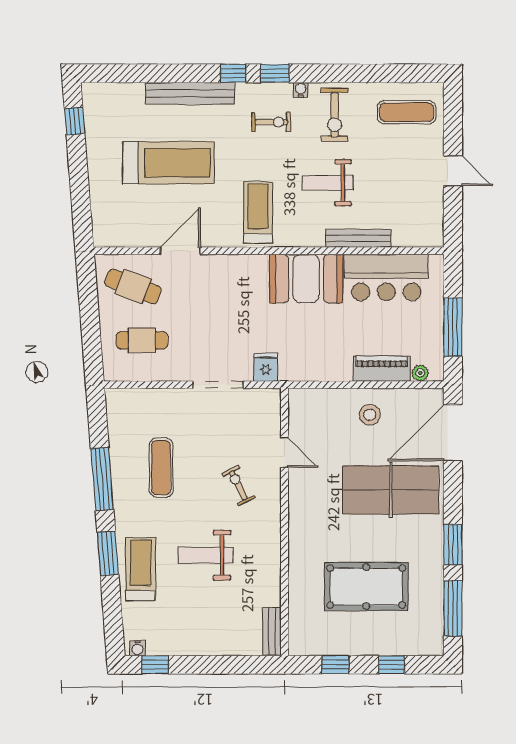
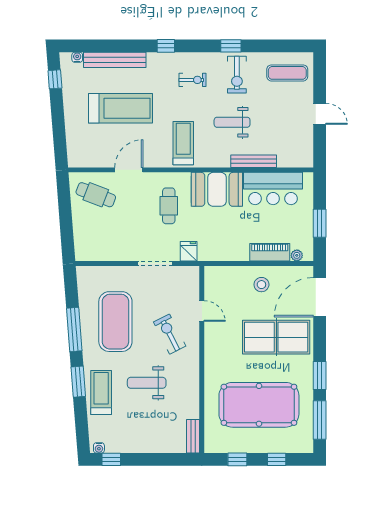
window: (275, 73) -> (231, 46), moved
water cooler: (301, 90) -> (77, 57), moved
bench: (190, 93) -> (115, 60), moved
window: (453, 327) -> (320, 223), width x0.69
cafe table: (142, 340) -> (169, 206), moved, turned 90
exercise mat: (161, 468) -> (115, 322), width x2.00, depth x1.45
exercise bike: (238, 485) -> (170, 334), width x1.38, depth x1.39
pool table: (366, 587) -> (259, 405), width x1.36, depth x1.32

